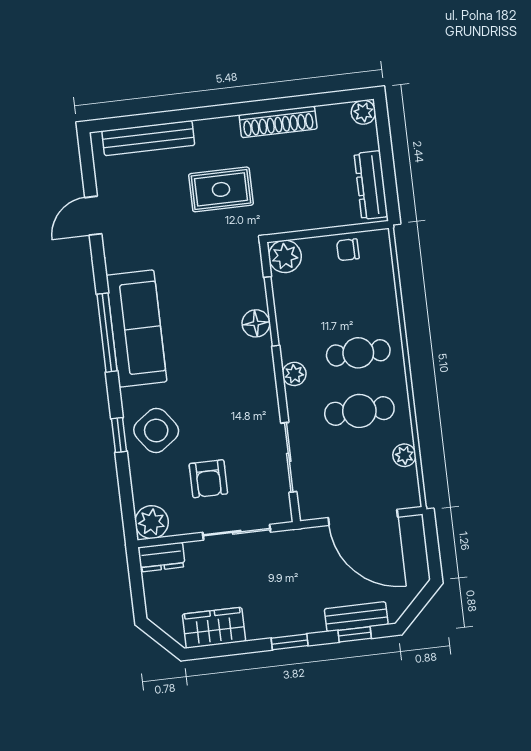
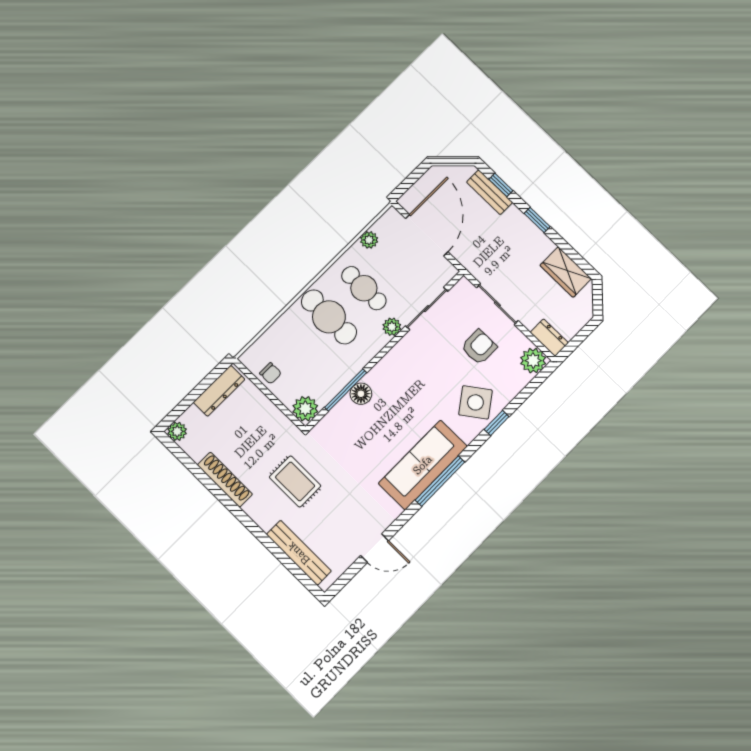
cafe table: (358, 353) -> (329, 317), width x1.37, depth x1.35
plant: (294, 374) -> (392, 327), moved

